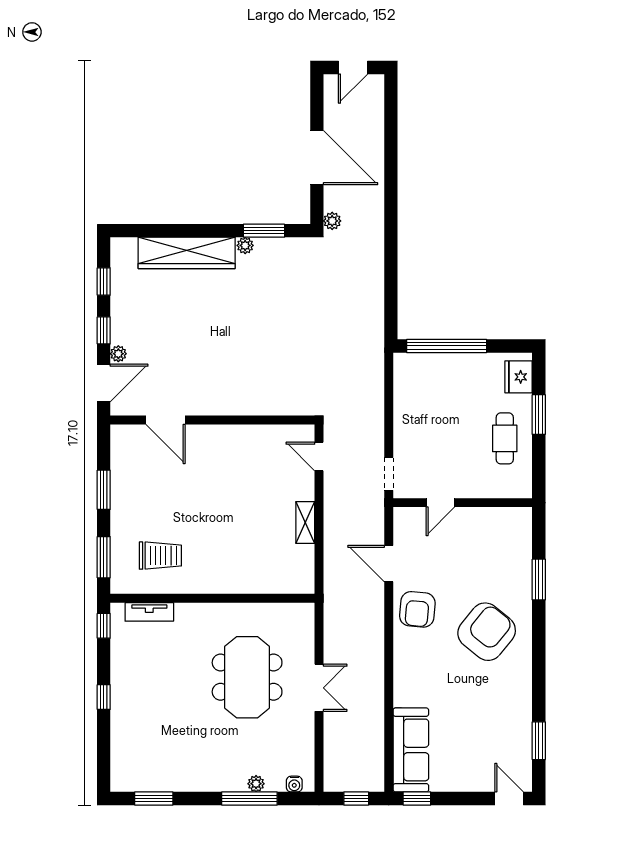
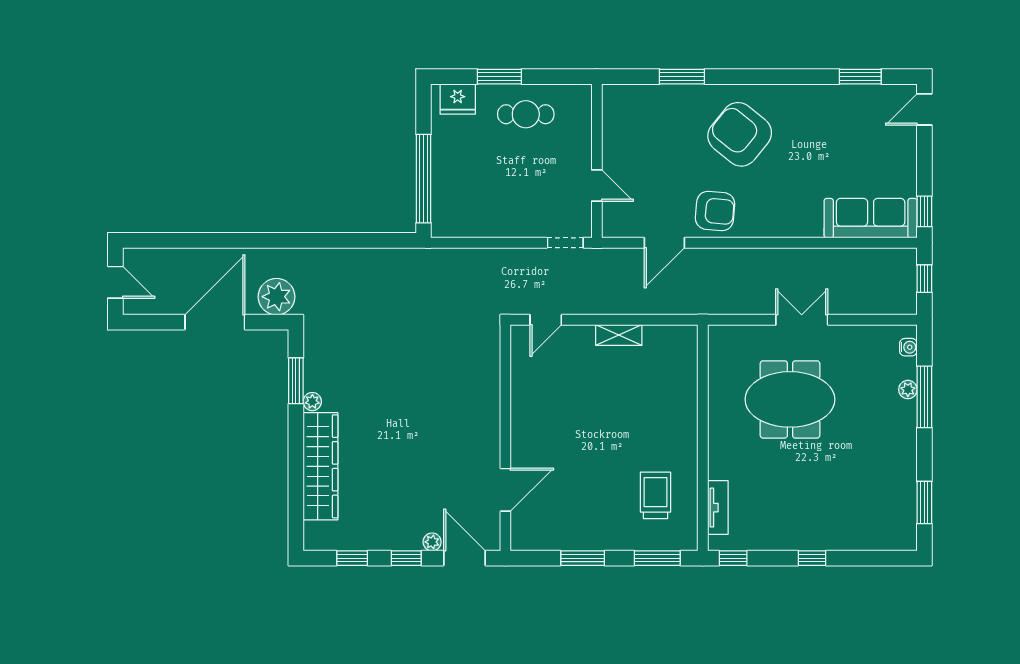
plant: (332, 221) -> (276, 297), width x1.88, depth x1.88

